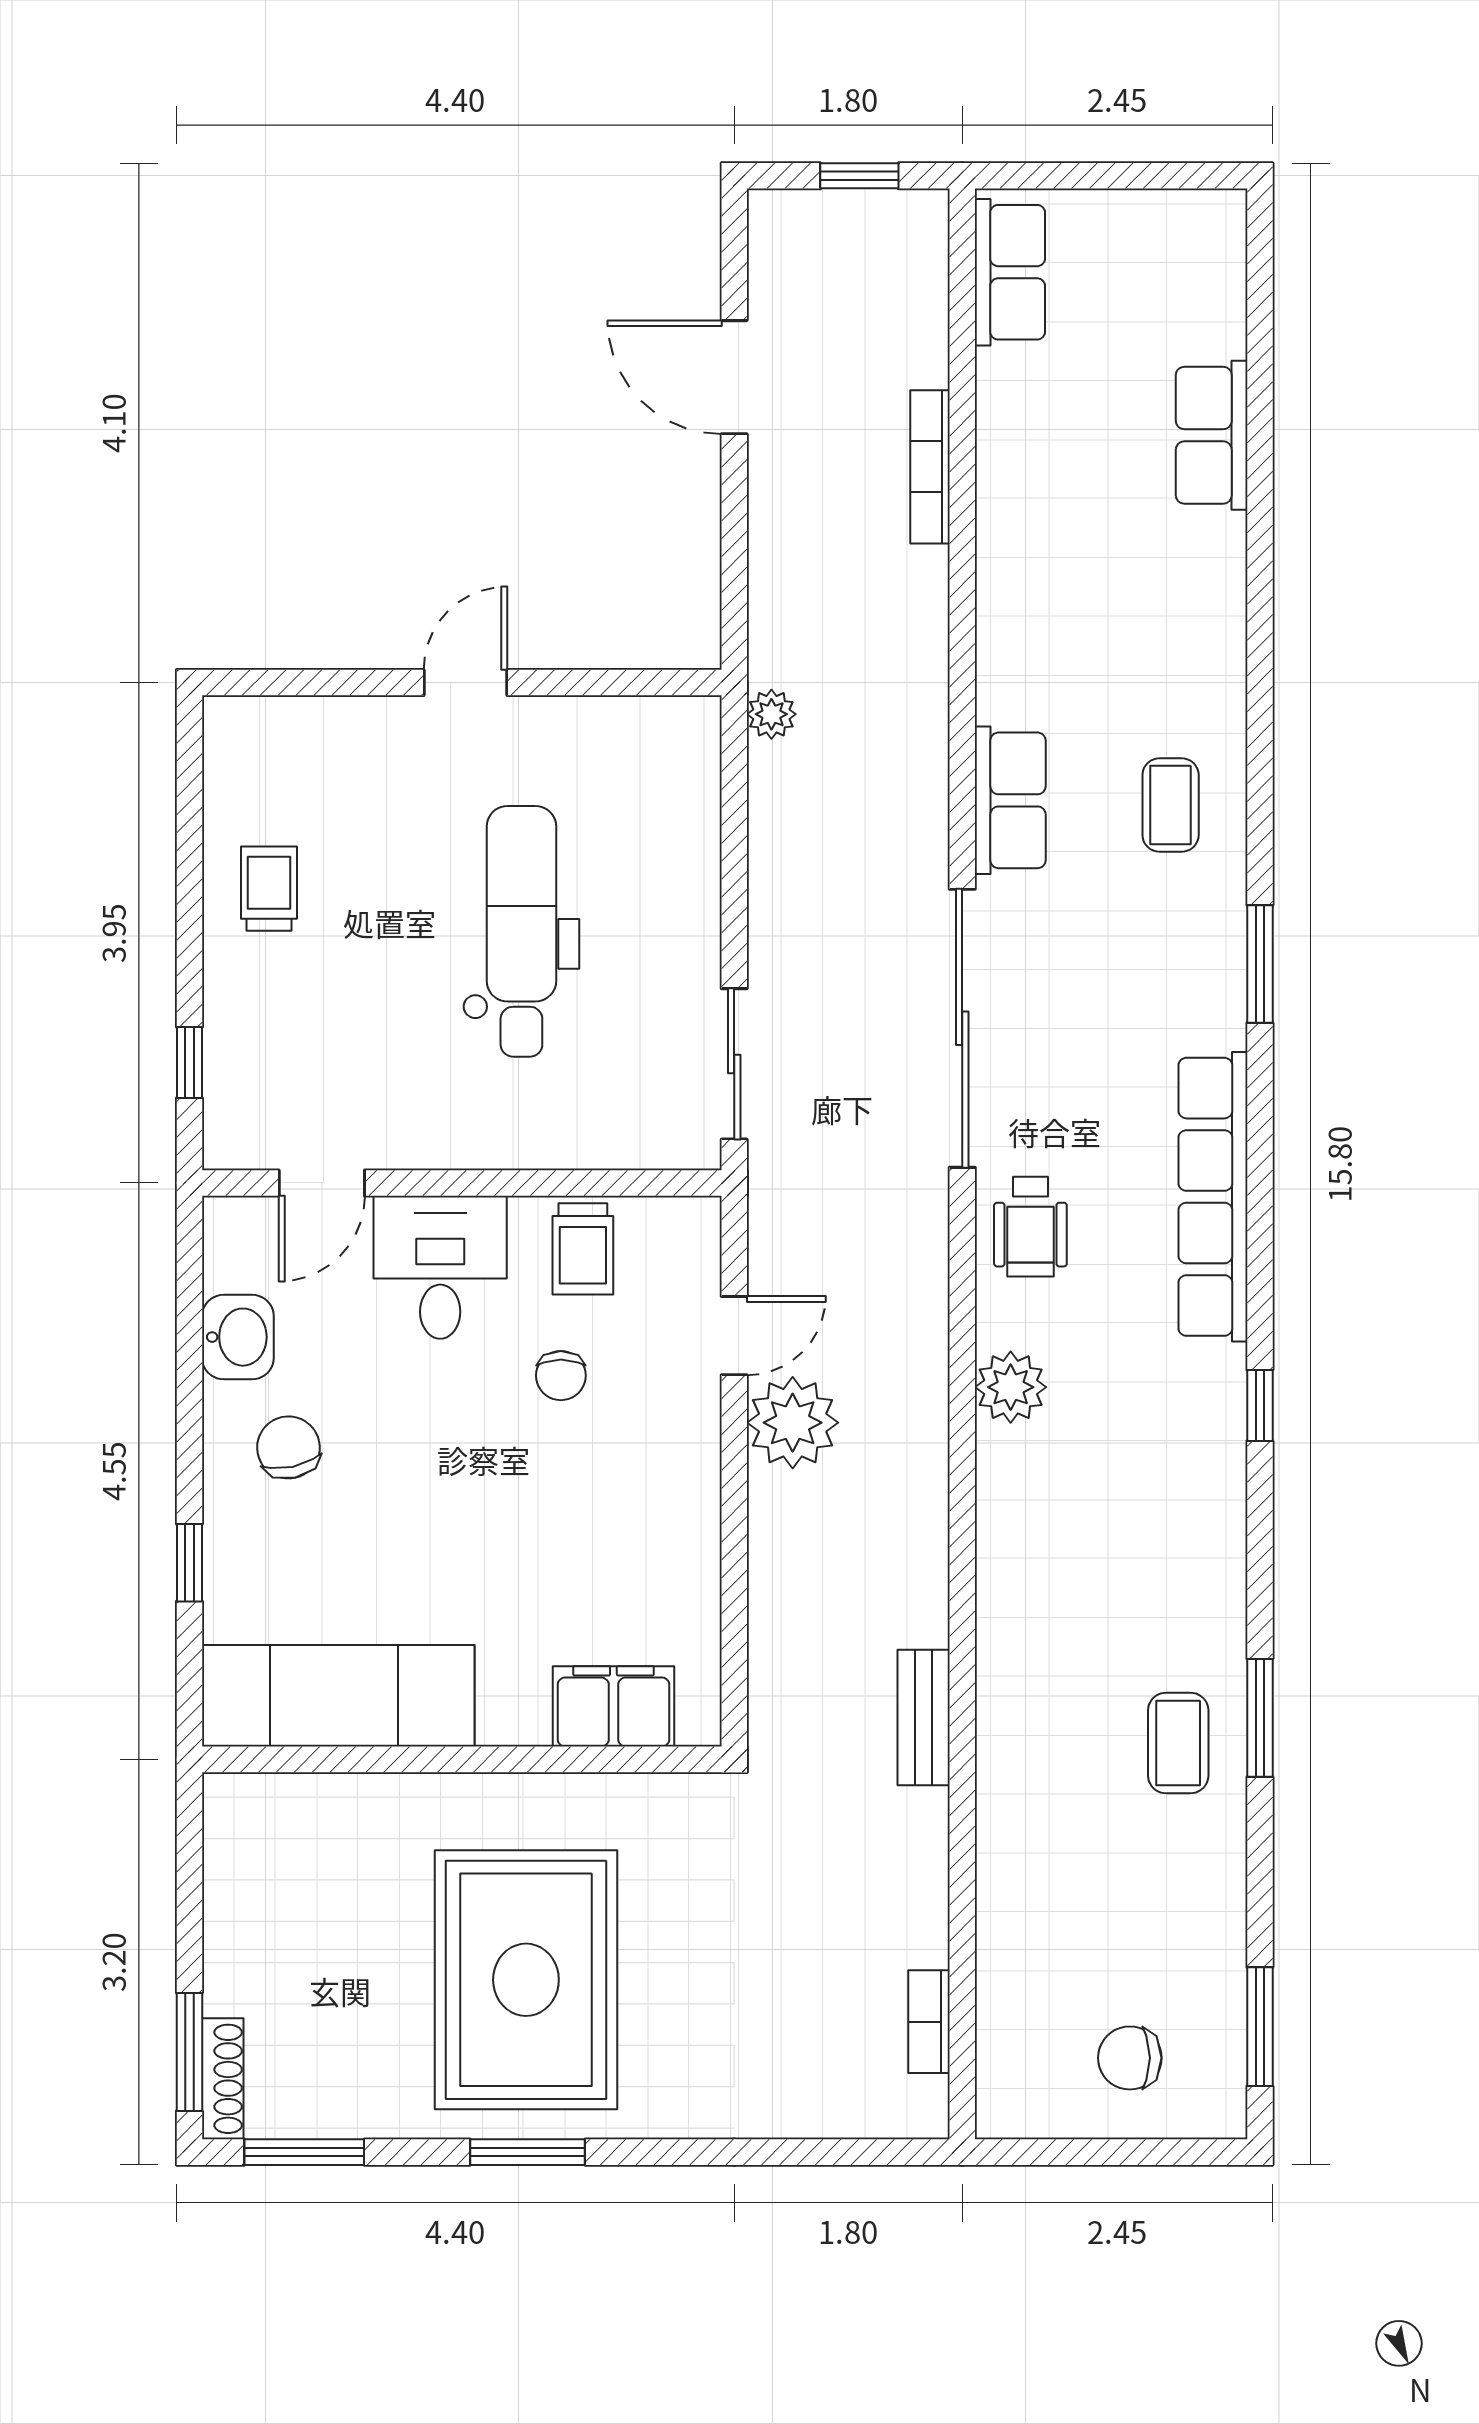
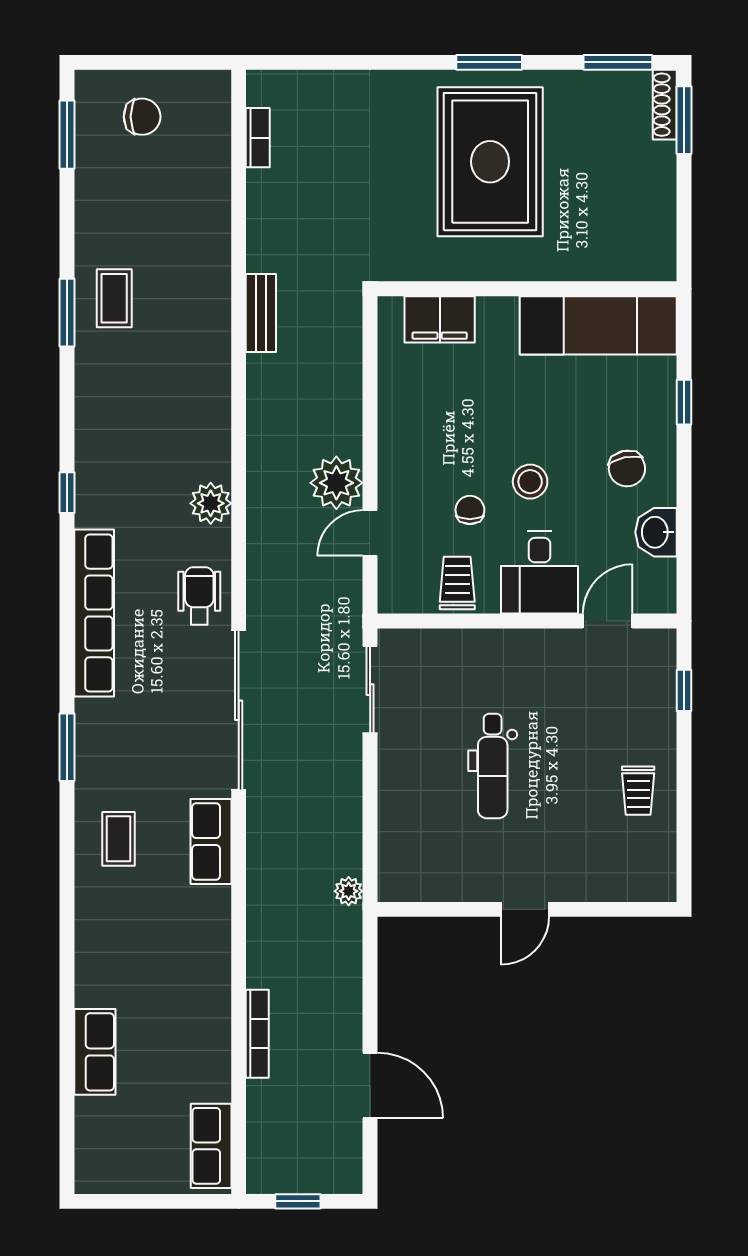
dental chair: (521, 931) -> (493, 766), width x0.73, depth x0.72
stool: (456, 1425) -> (530, 482), added

